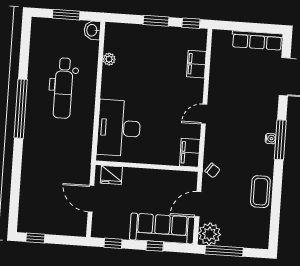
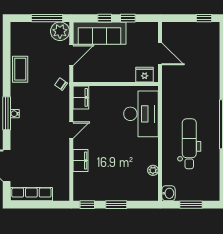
filing cabinet: (196, 64) -> (80, 161), moved
window: (113, 243) -> (128, 18), moved

